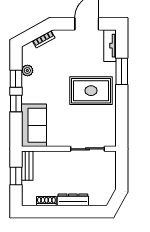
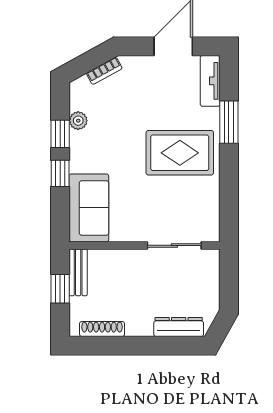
dresser: (73, 200) -> (179, 327), moved
shoe rack: (46, 201) -> (102, 329), width x1.43

